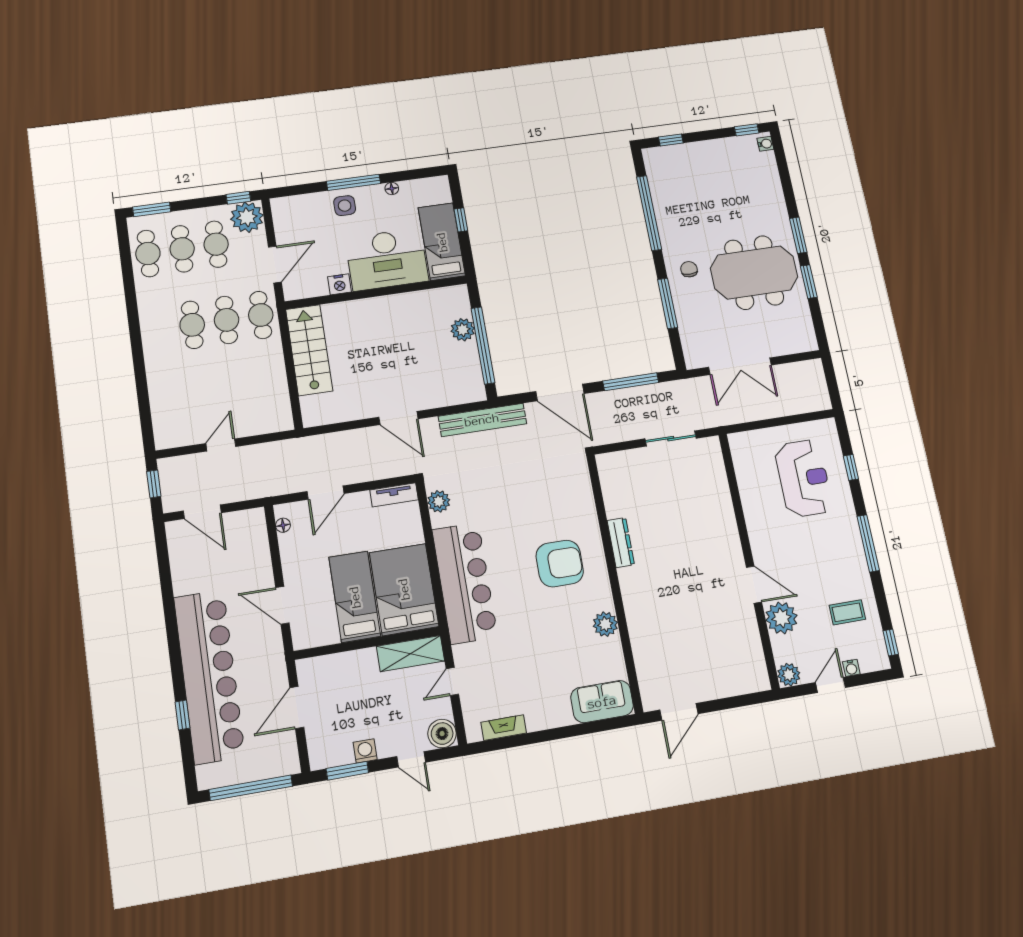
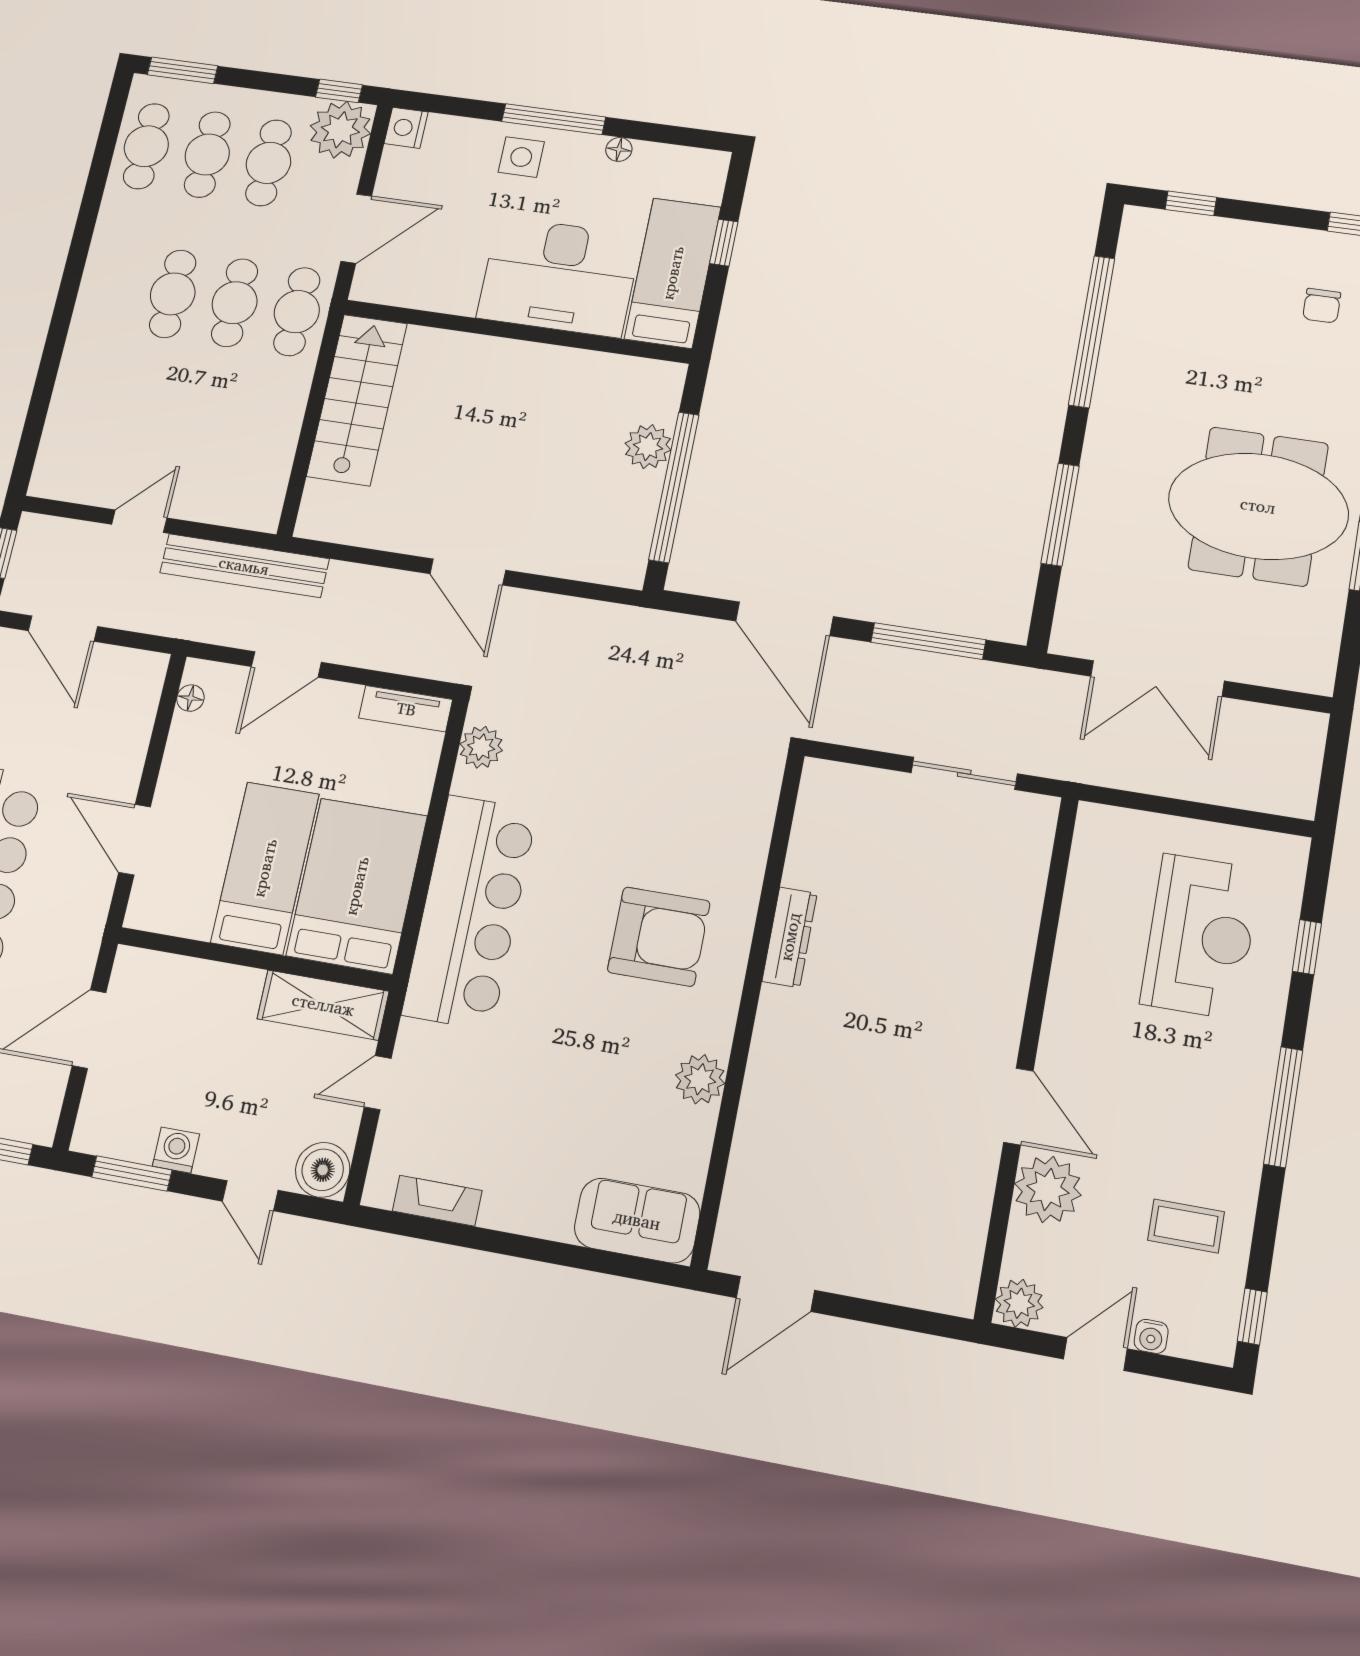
chair: (689, 269) -> (1322, 306), moved, turned 180
nightstand: (340, 284) -> (406, 128), moved, turned 90
bench: (482, 420) -> (244, 566), moved

